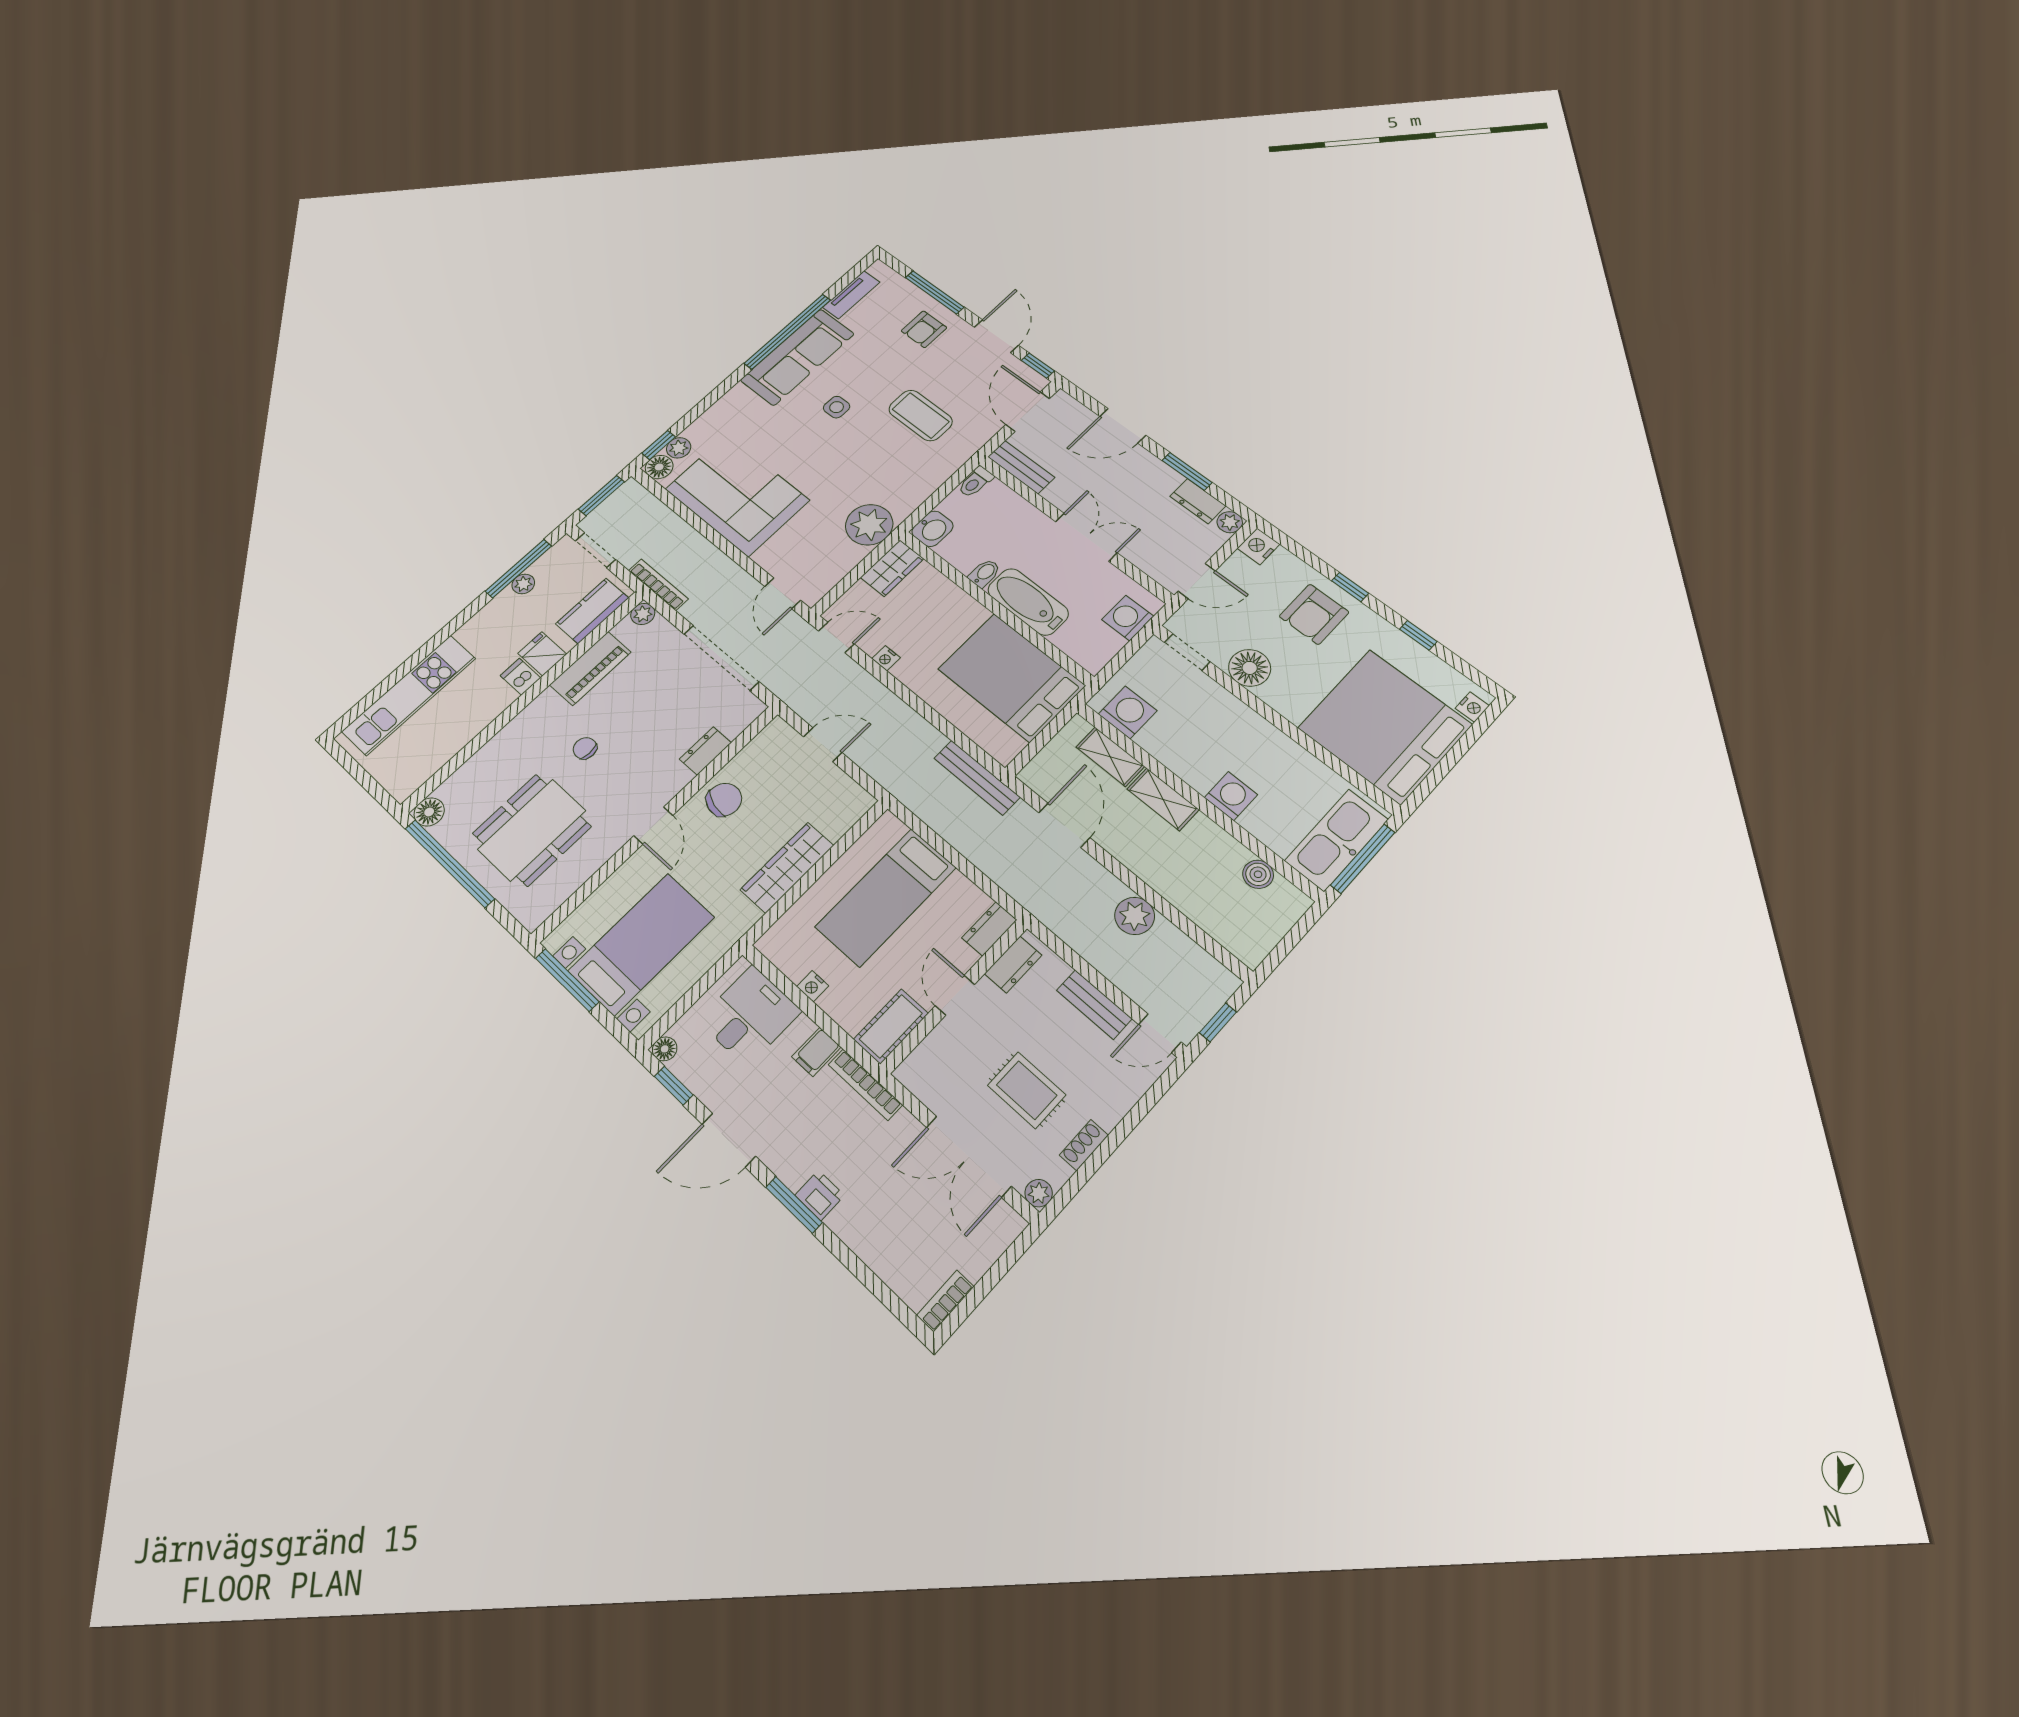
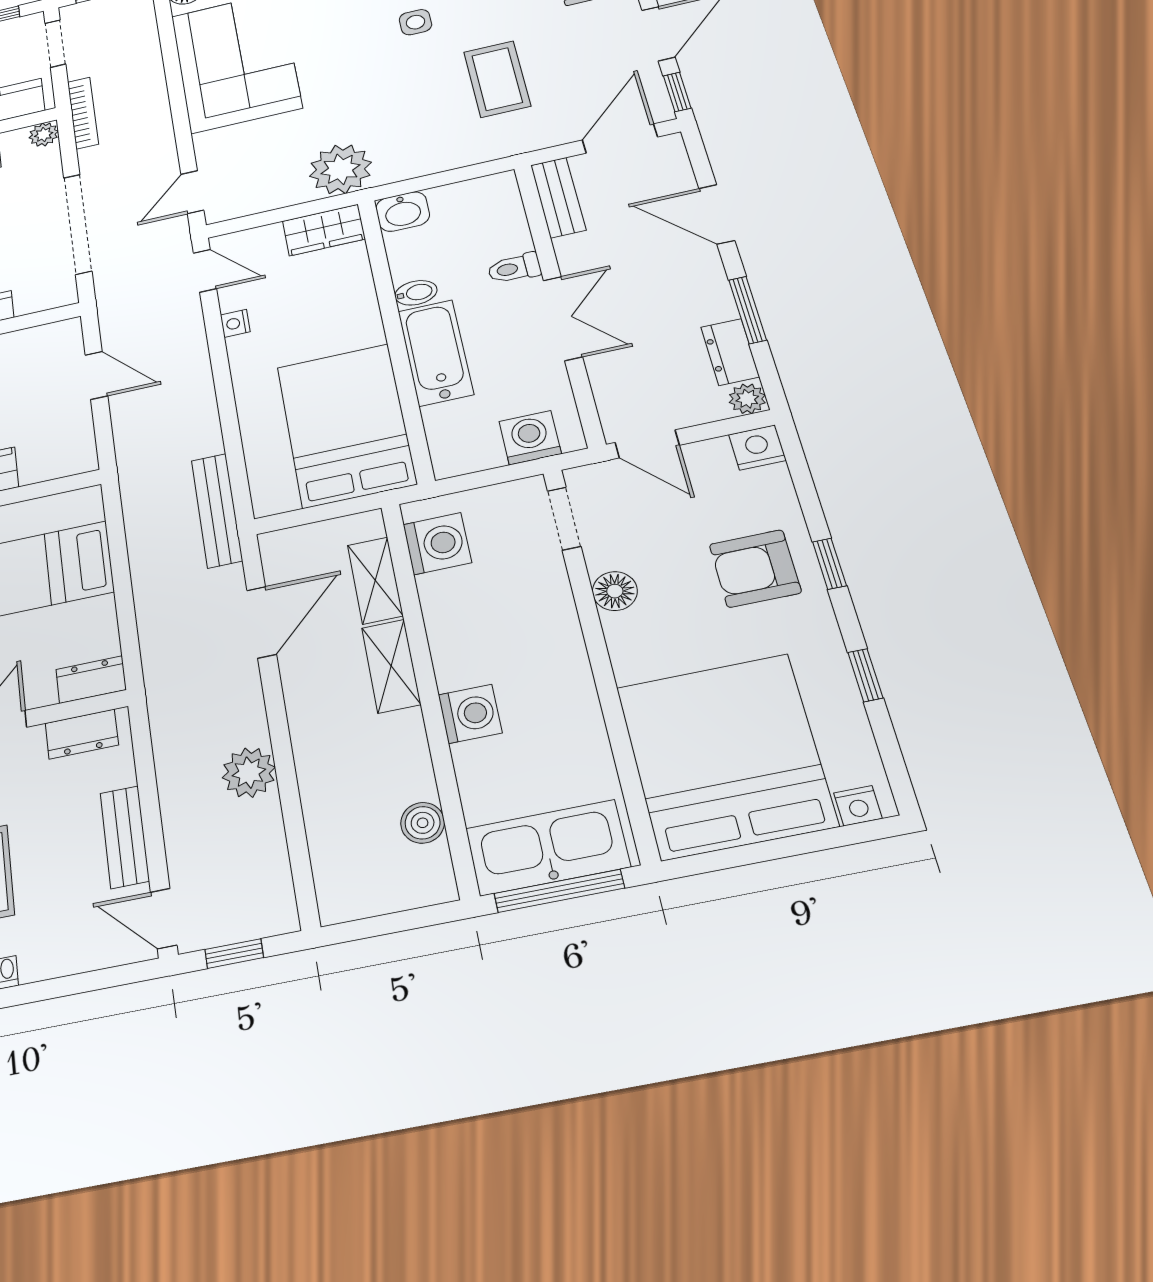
toilet: (975, 482) -> (514, 268), moved
floor lamp: (1250, 668) -> (615, 591), width x0.73, depth x0.73

